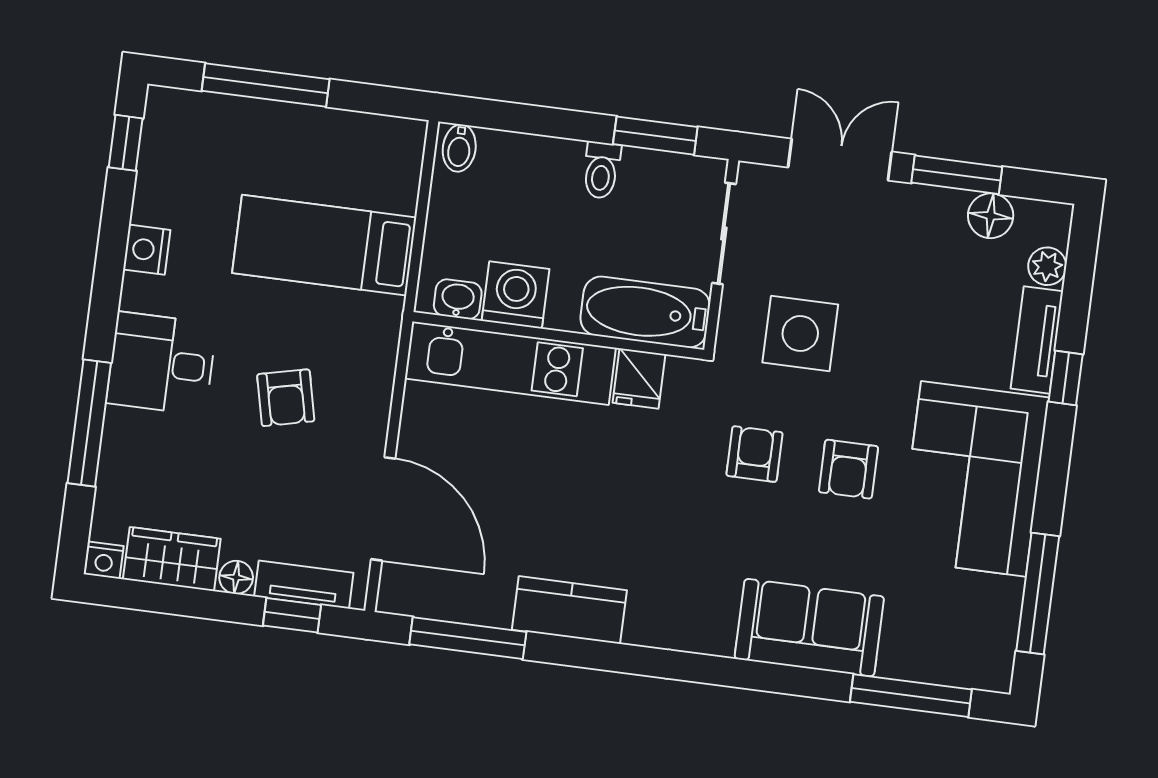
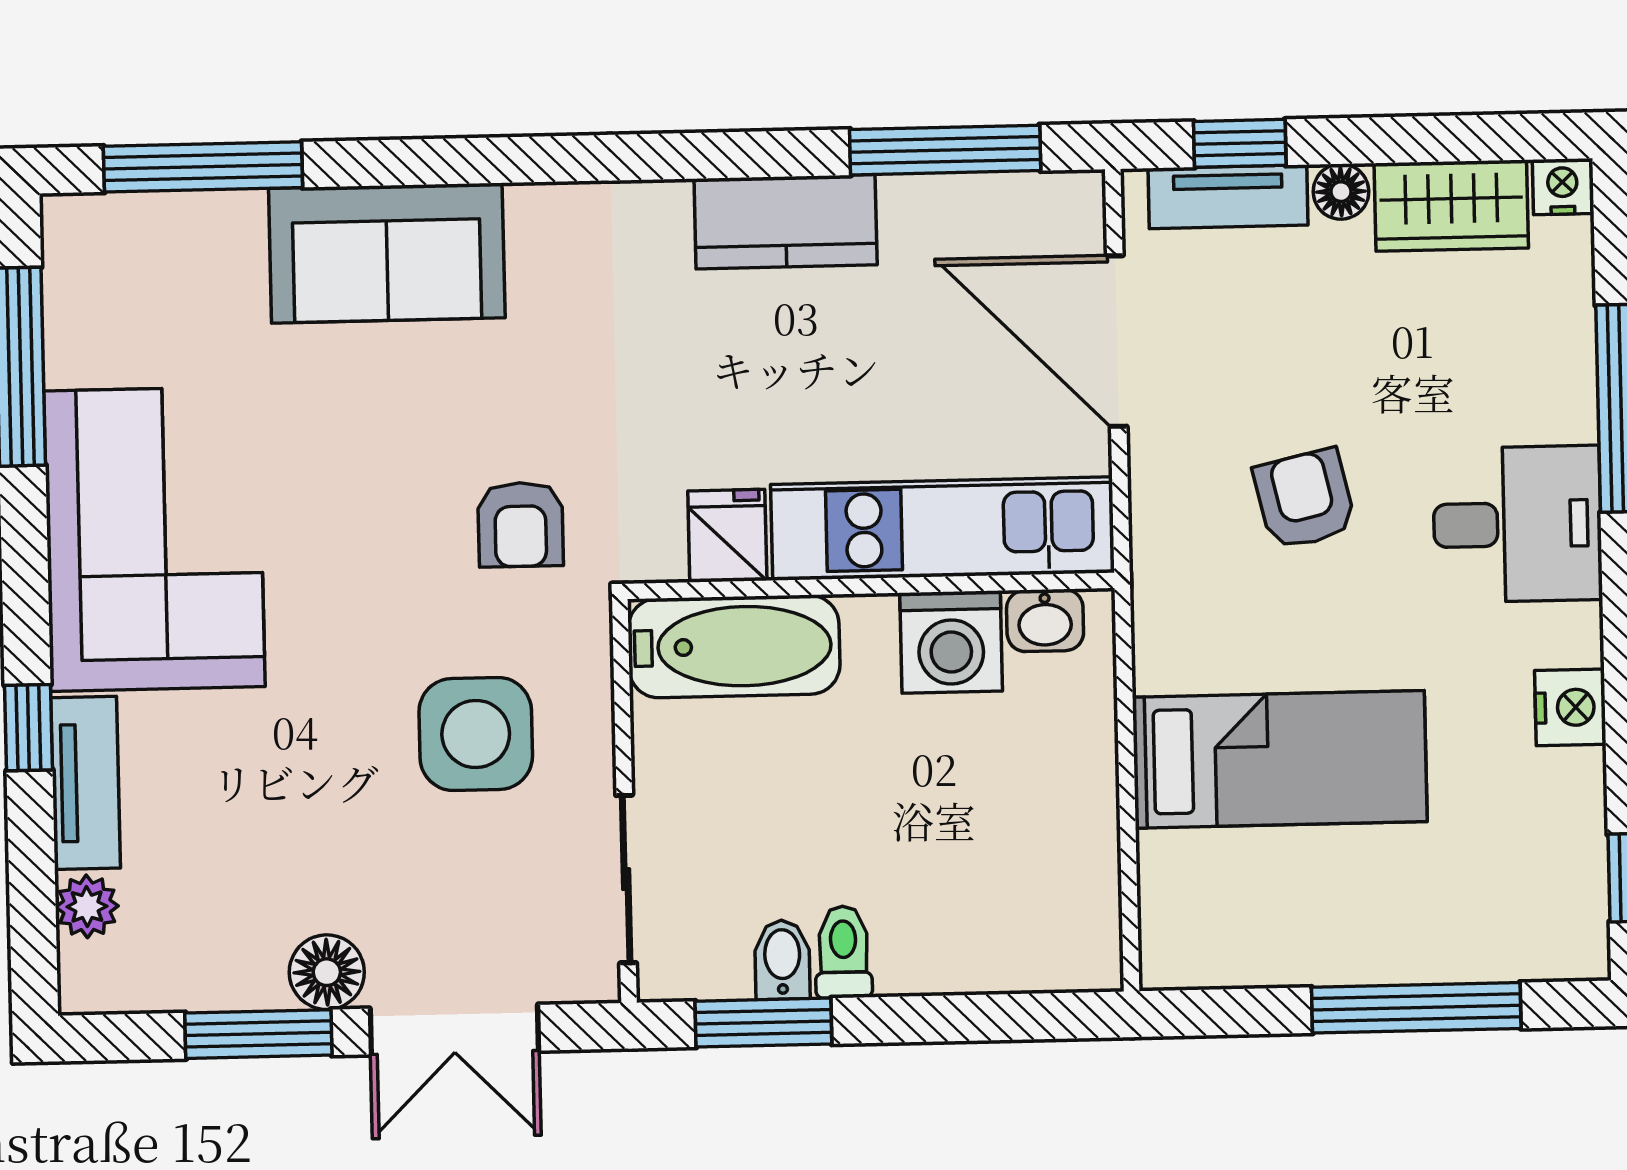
bidet: (459, 148) -> (782, 960), moved
floor lamp: (991, 216) -> (327, 972), moved
washing machine: (516, 295) -> (951, 642), moved
washbasin: (458, 299) -> (1045, 620), moved
bathtub: (645, 312) -> (734, 646), moved
wall: (558, 336) -> (871, 586), moved
kitchen unit: (510, 363) -> (943, 529), moved
fridge: (639, 379) -> (727, 536), moved
armchair: (848, 469) -> (362, 523), removed

